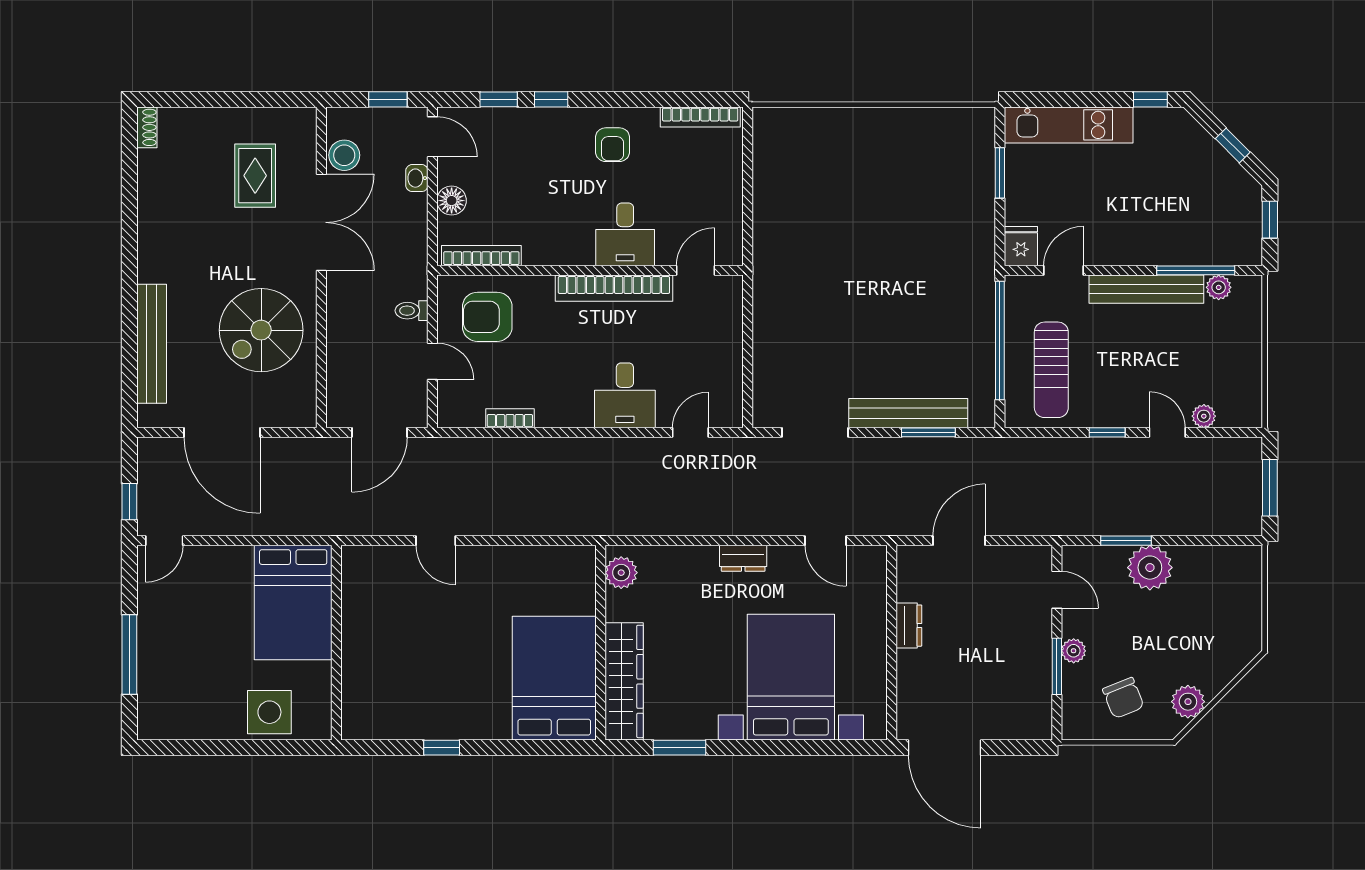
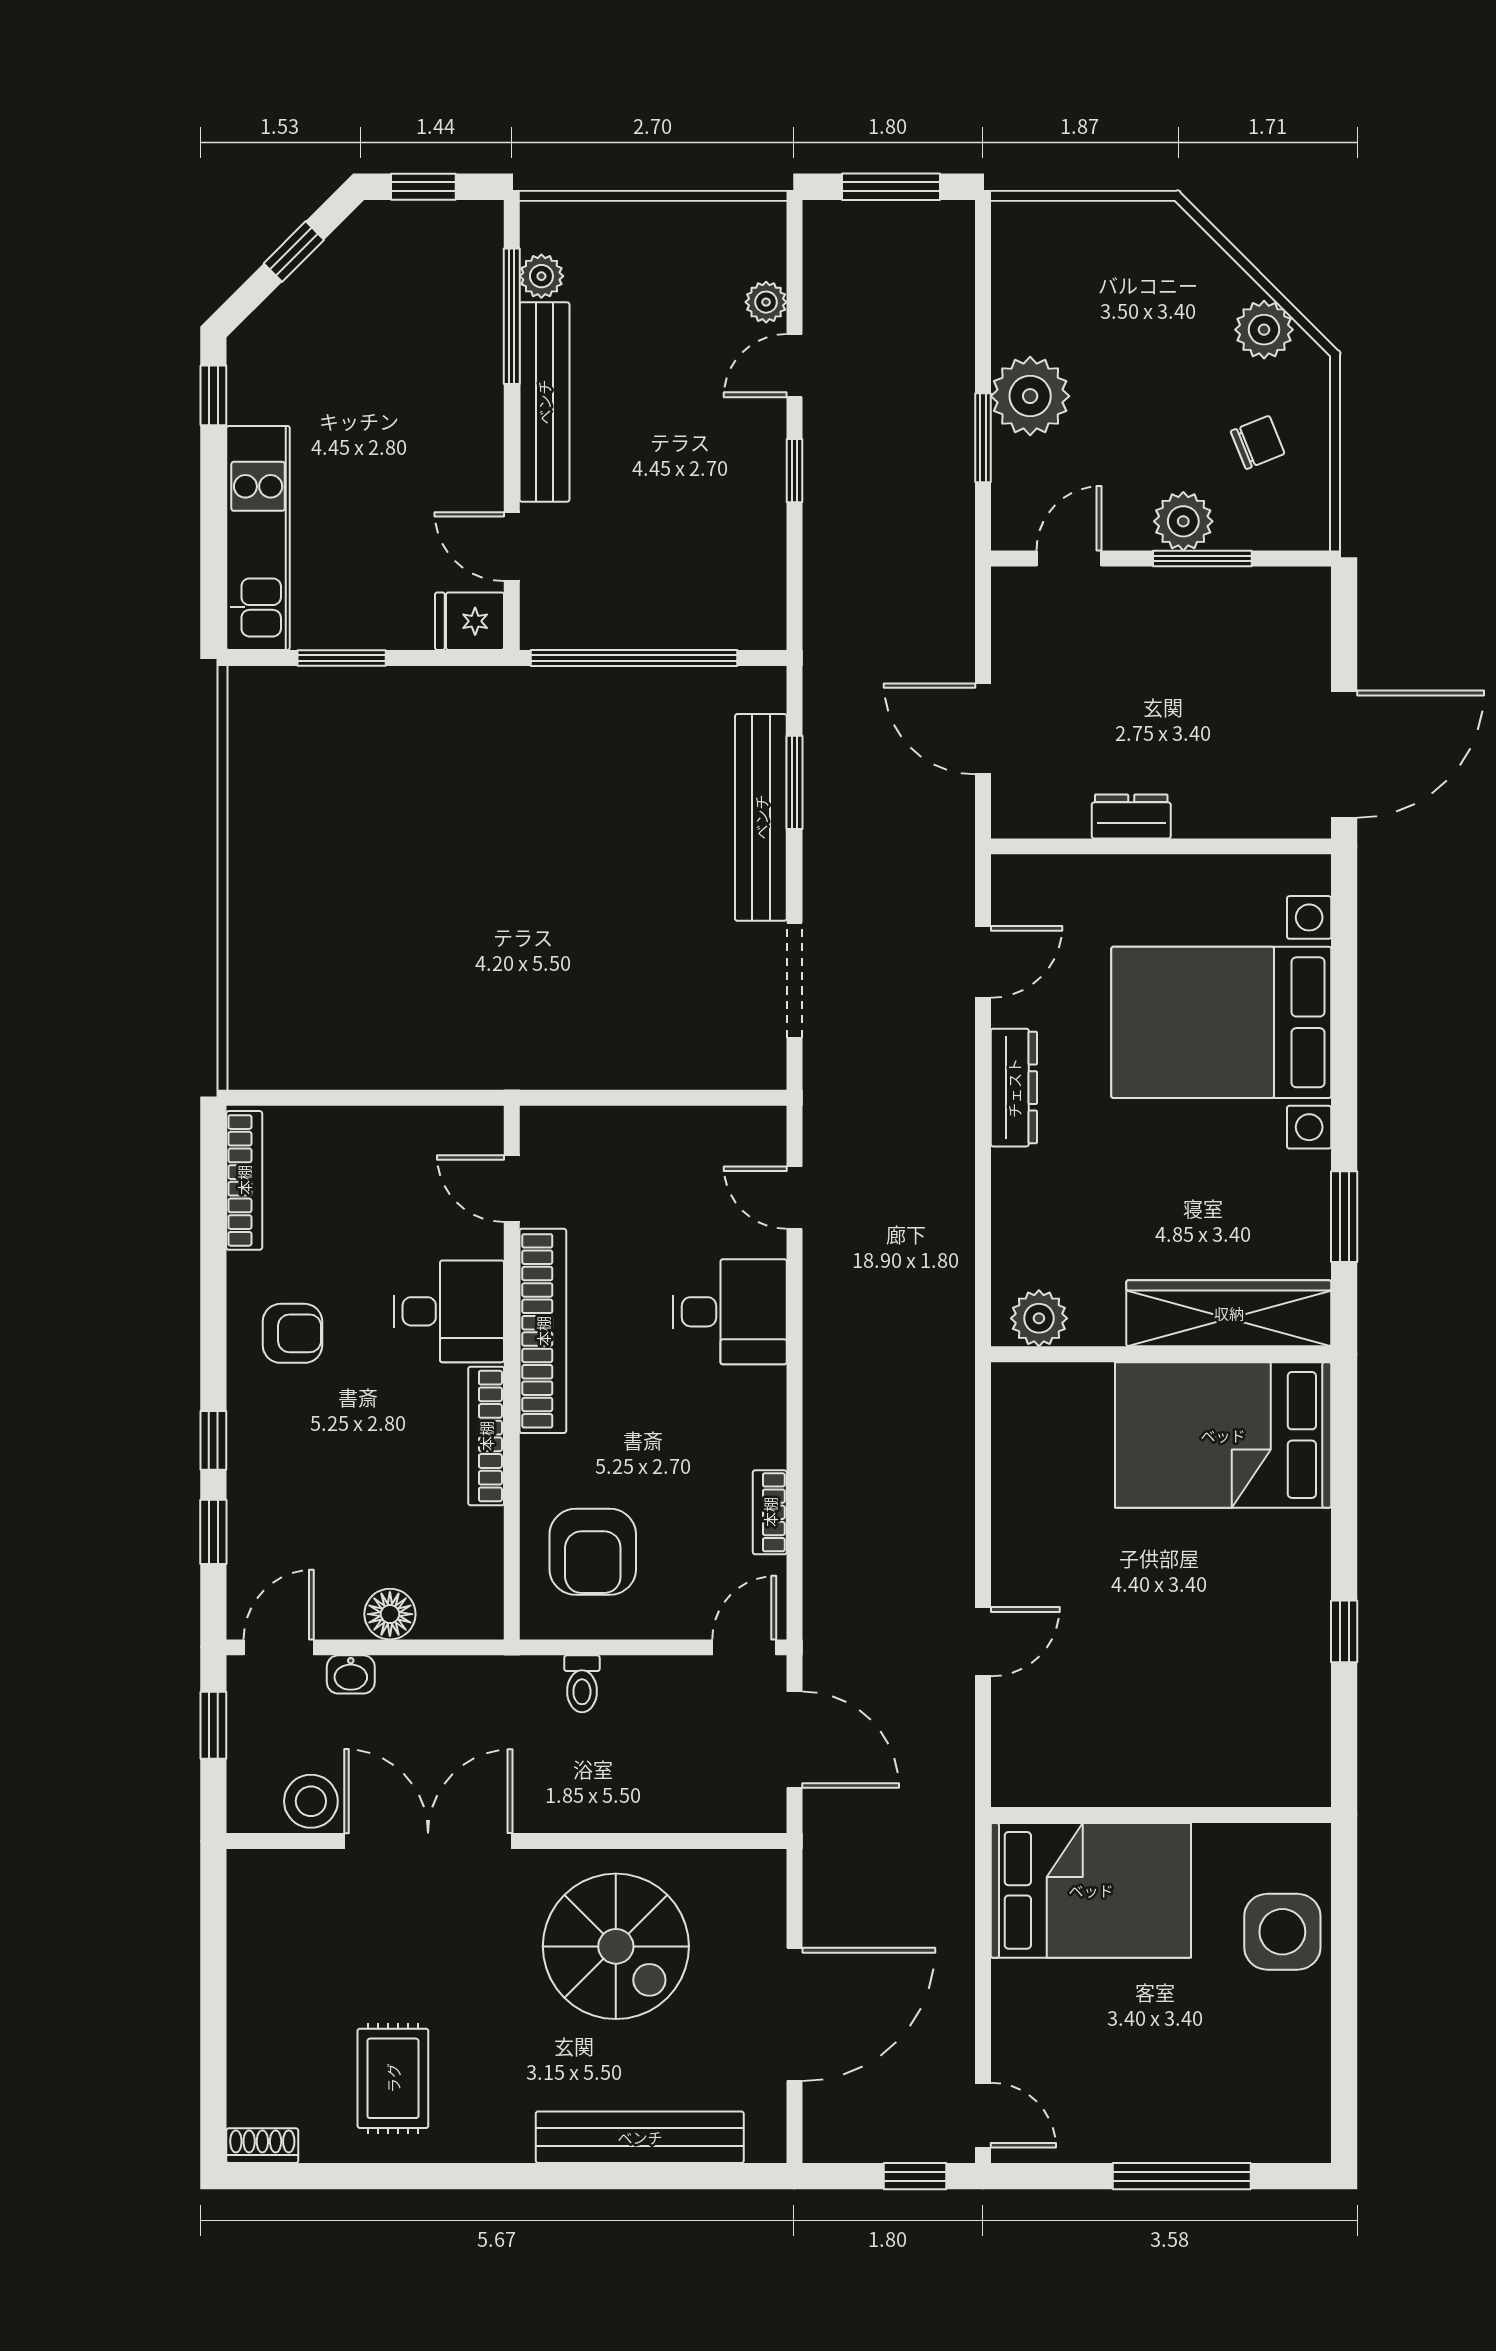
rug: (255, 176) -> (393, 2078), moved, turned 90
bookcase: (481, 256) -> (486, 1436), moved
door: (432, 361) -> (744, 1647), moved
sun lounger: (1051, 370) -> (685, 568), removed
dresser: (743, 558) -> (1014, 1088), width x1.44
plant: (1074, 651) -> (1183, 521), width x1.38, depth x1.38
chair: (1123, 698) -> (1258, 442), width x0.73, depth x0.73

